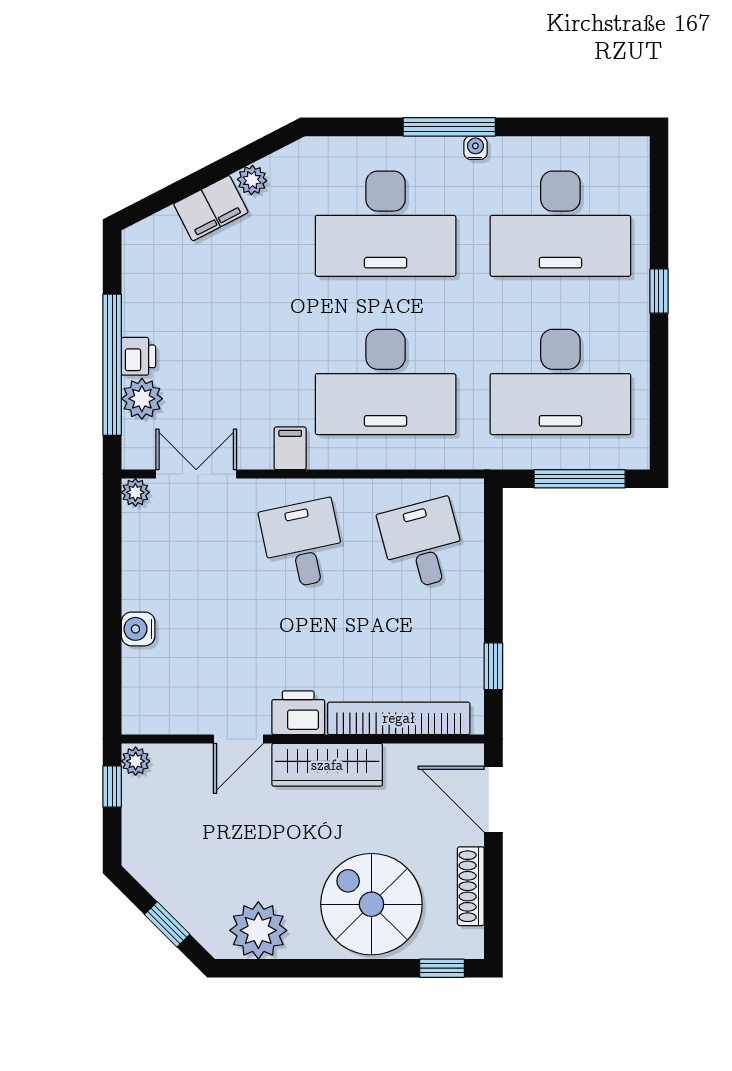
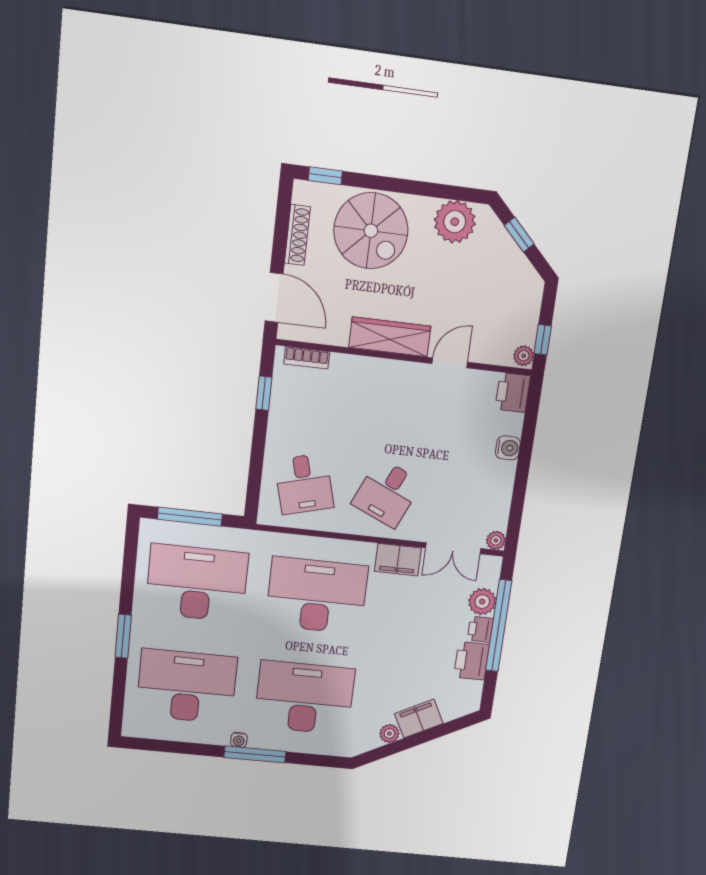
window: (659, 291) -> (123, 636), width x1.50
printer: (145, 306) -> (472, 661), added
filing cabinet: (290, 448) -> (398, 560), width x2.00
desk: (303, 544) -> (387, 493), turned 36
printer: (298, 713) -> (513, 393), moved, turned 90
bookcase: (399, 718) -> (307, 358), width x0.43, depth x0.76

